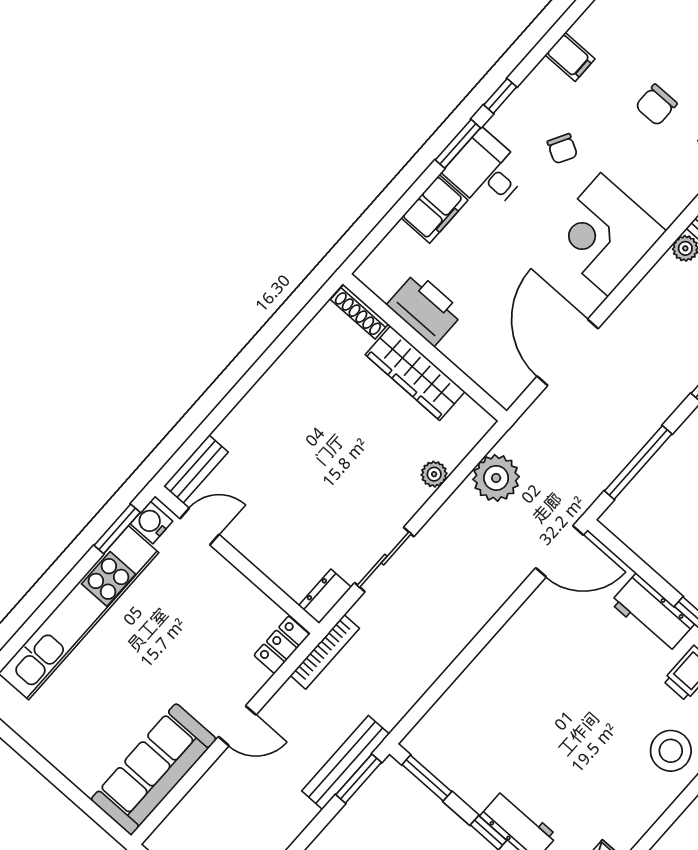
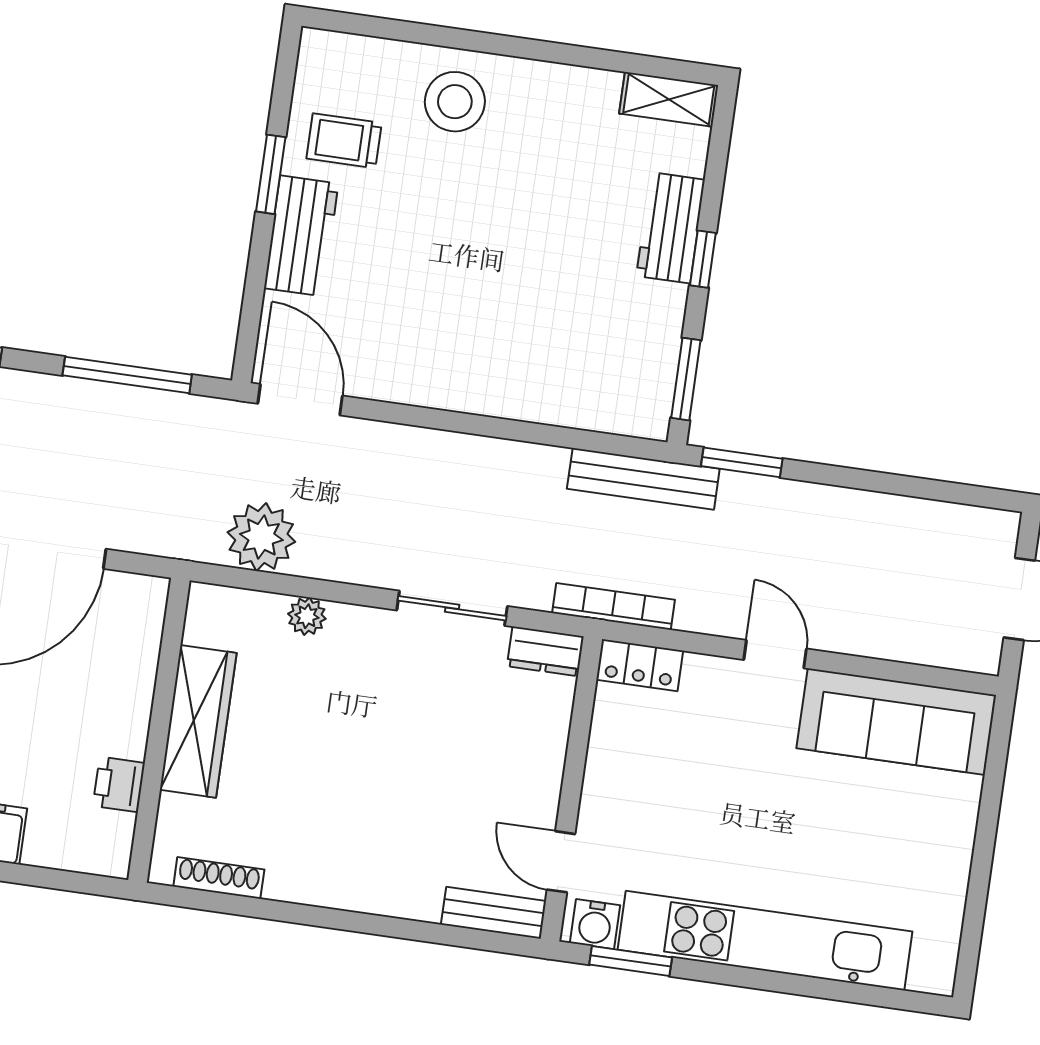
printer: (425, 309) -> (119, 784), width x0.53, depth x0.68
shoe rack: (360, 312) -> (219, 878), moved, turned -90
bench: (346, 762) -> (643, 479), moved

